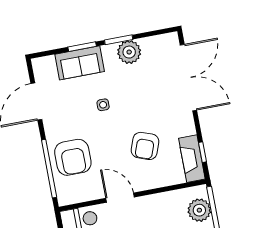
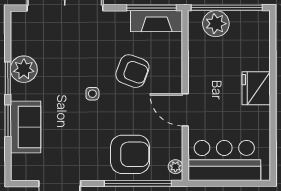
side table: (103, 105) -> (92, 94), moved
window: (203, 152) -> (151, 8), width x2.17
plant: (70, 198) -> (175, 167), added
door: (120, 198) -> (185, 110), hinge flipped

